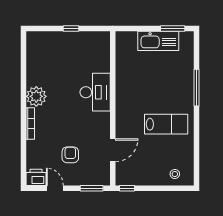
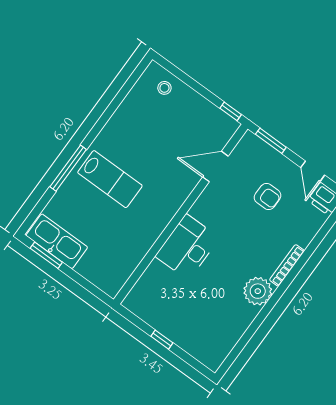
kitchen sink: (158, 41) -> (57, 241), moved
lab bench: (166, 124) -> (110, 179), moved, turned 180
armchair: (70, 155) -> (268, 196), turned -90

